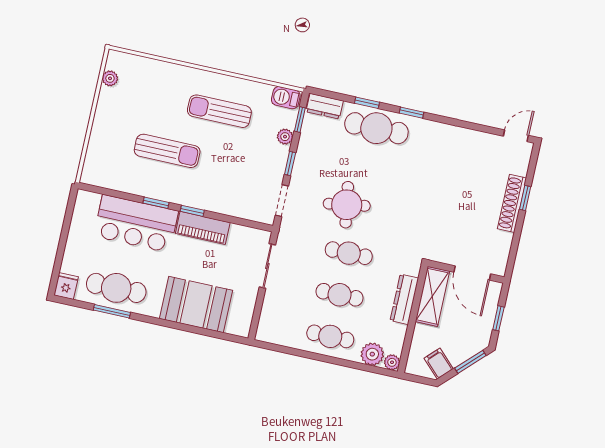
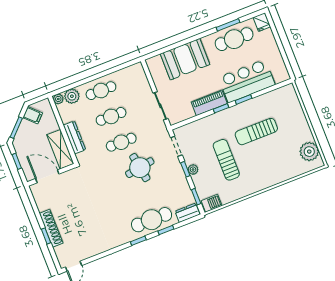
plant: (110, 78) -> (309, 152), width x1.88, depth x1.88
sun lounger: (219, 111) -> (226, 160), moved, turned -90
plant: (285, 137) -> (193, 170), moved

